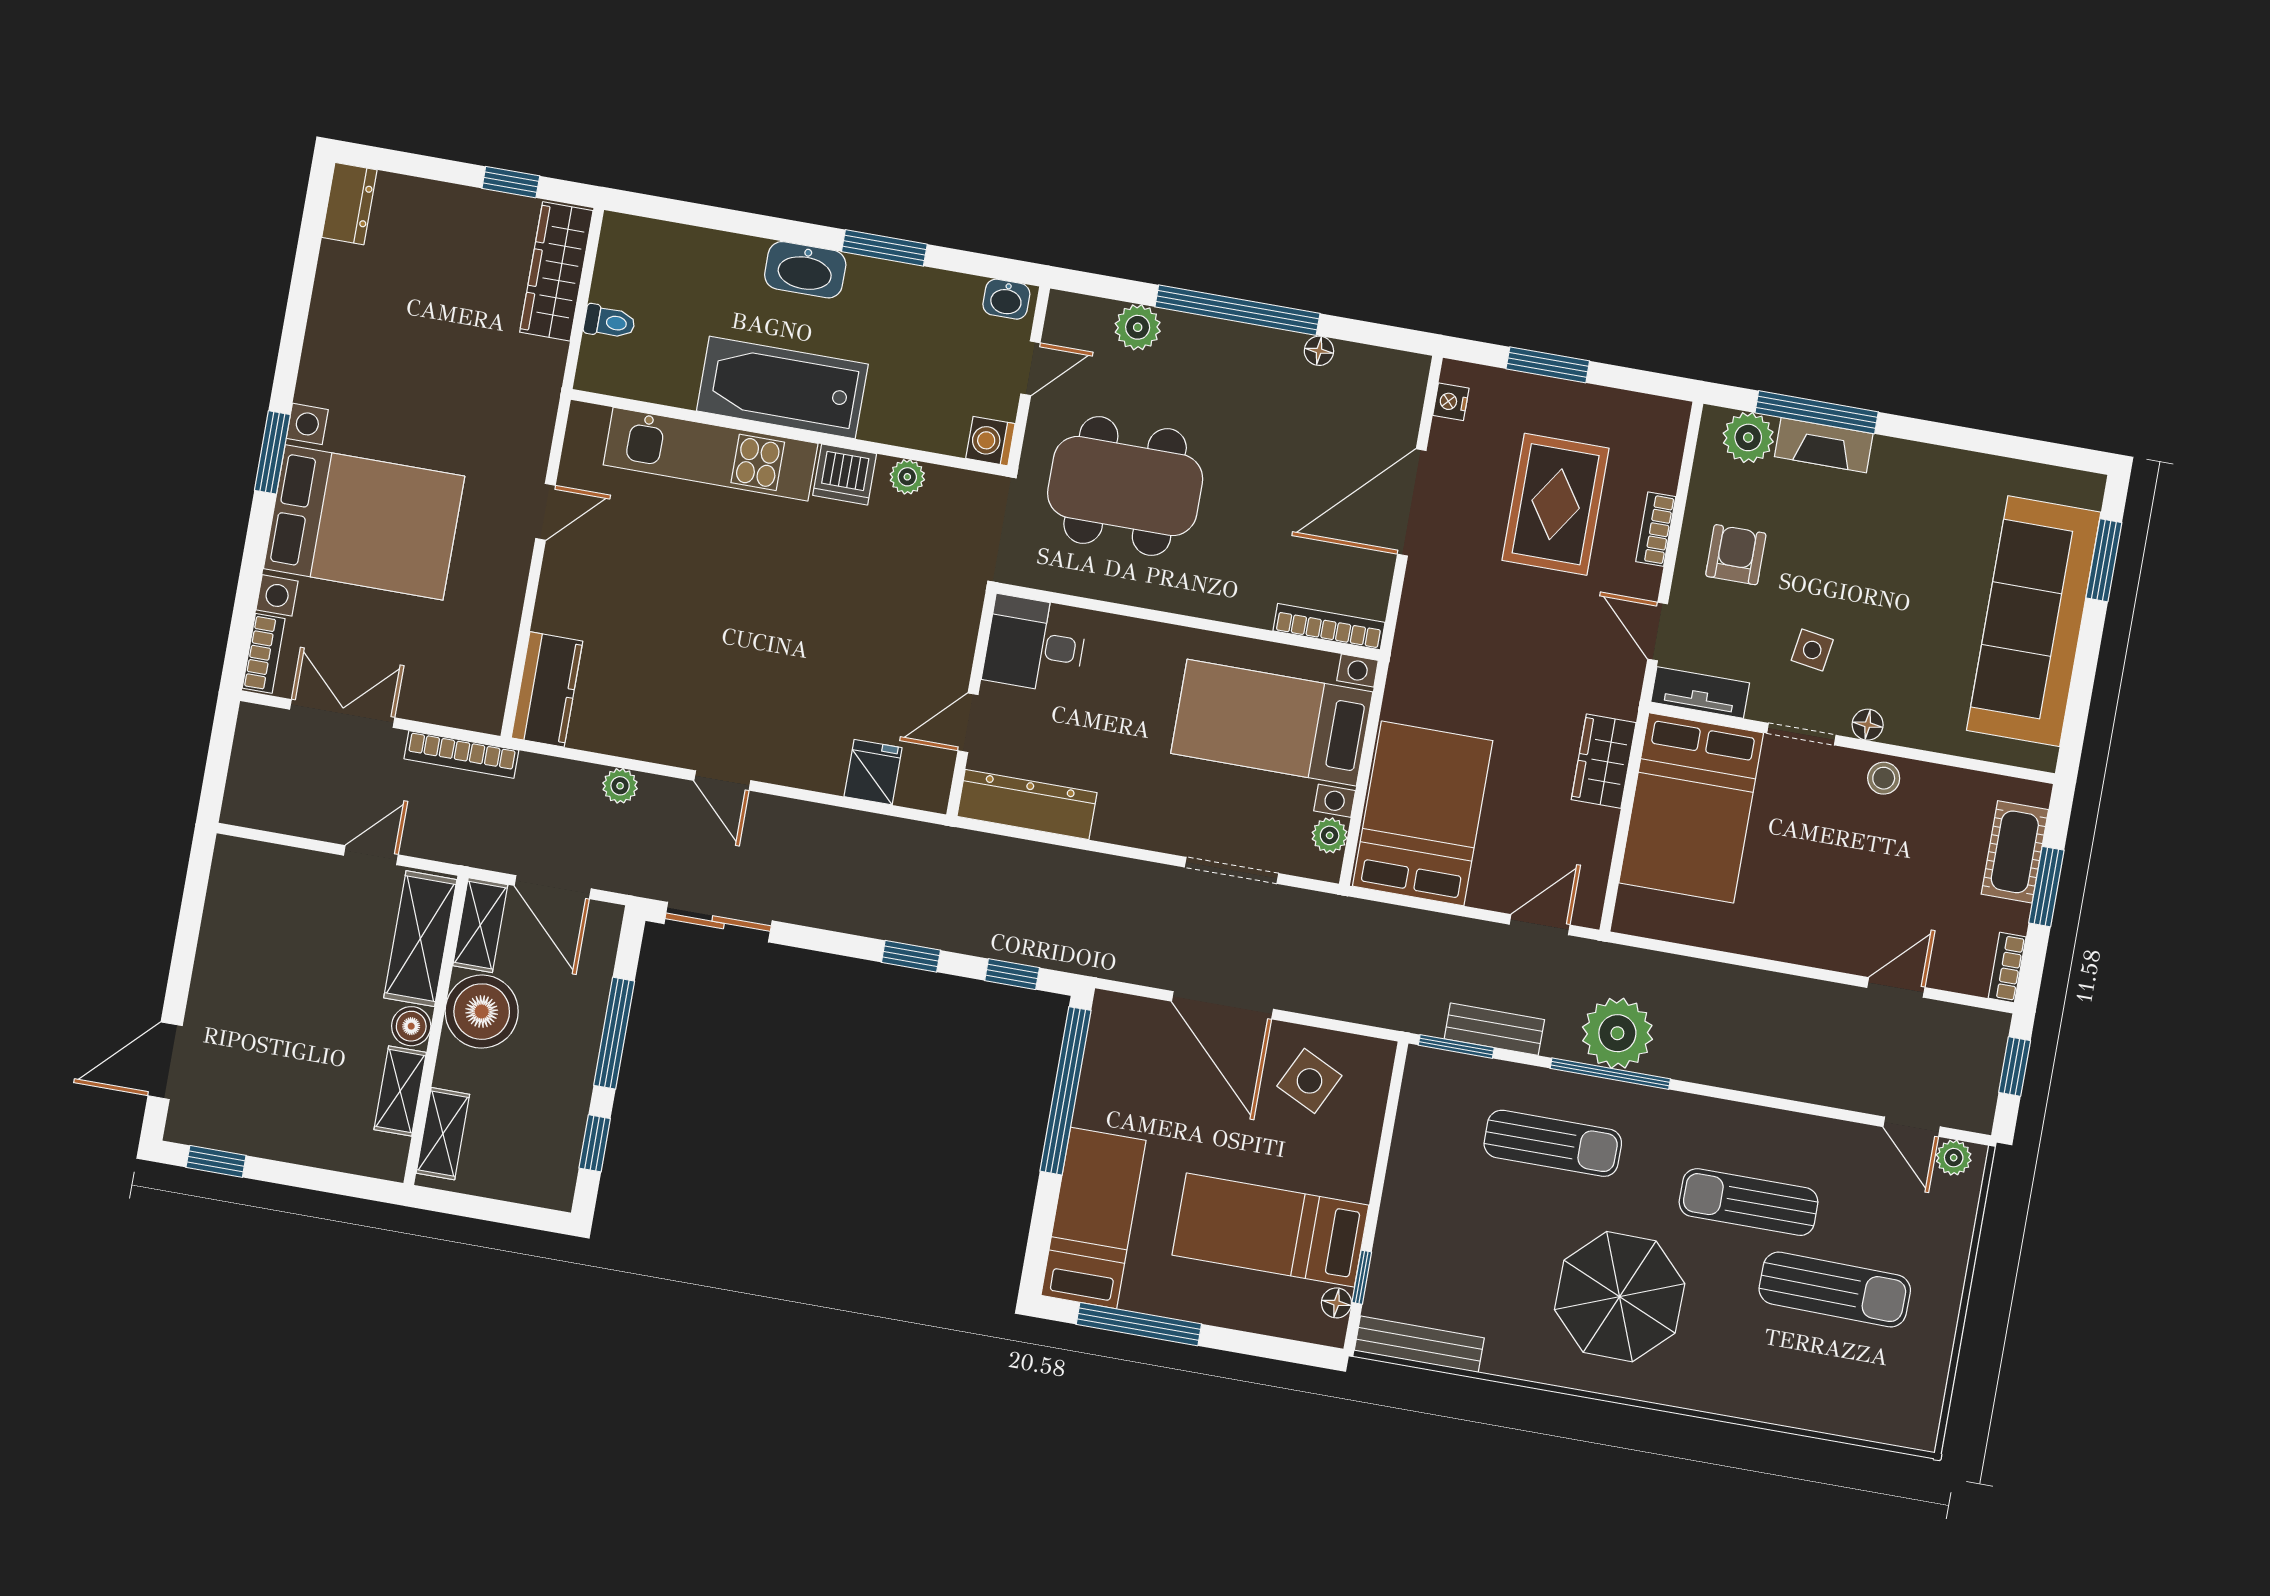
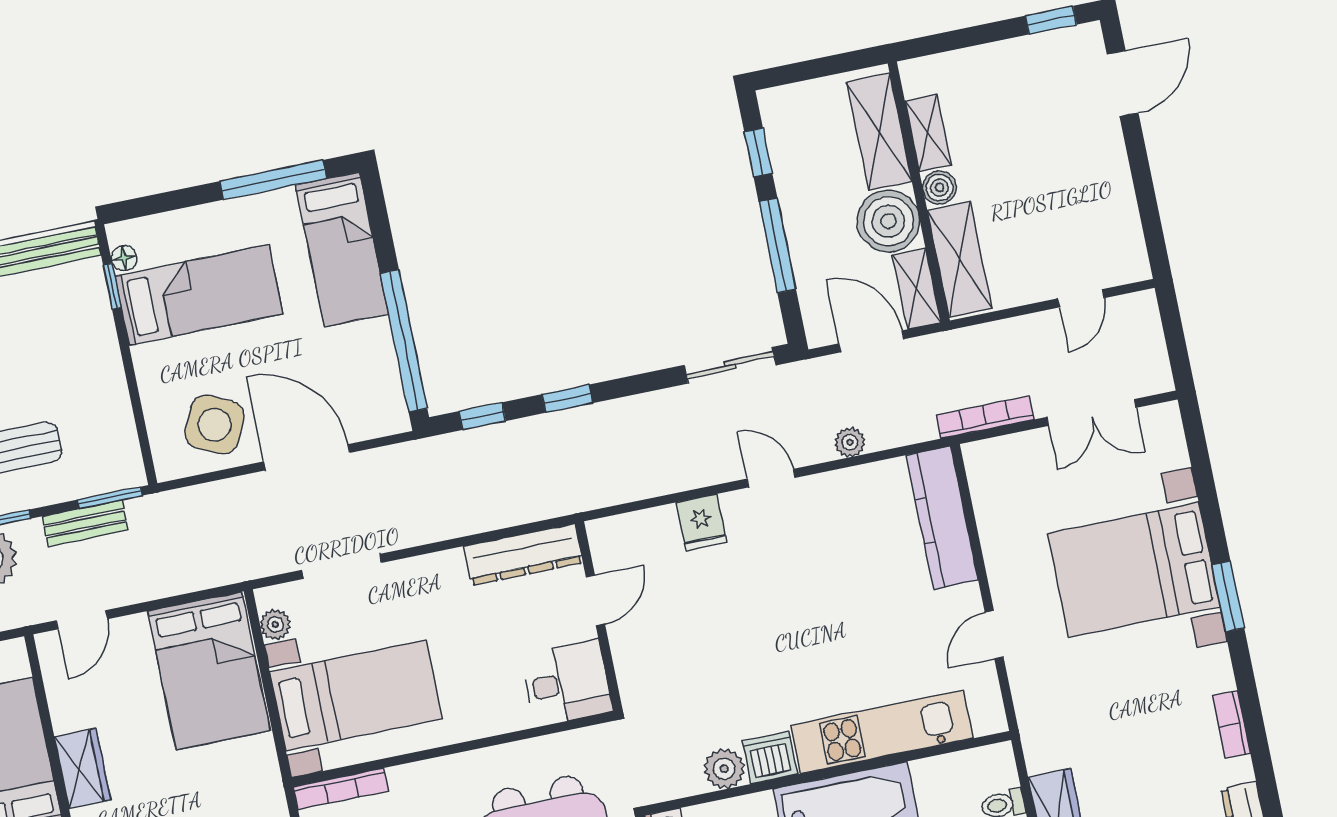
plant: (907, 477) -> (724, 769), width x1.38, depth x1.38
bookcase: (264, 653) -> (1231, 724), moved
kitchen counter: (547, 689) -> (942, 518), width x1.50
fridge: (873, 772) -> (701, 522), moved
door: (371, 855) -> (1081, 298), moved
side table: (1309, 1081) -> (215, 425), width x1.37, depth x1.37
shelving: (443, 1134) -> (879, 132), width x1.50, depth x1.33

